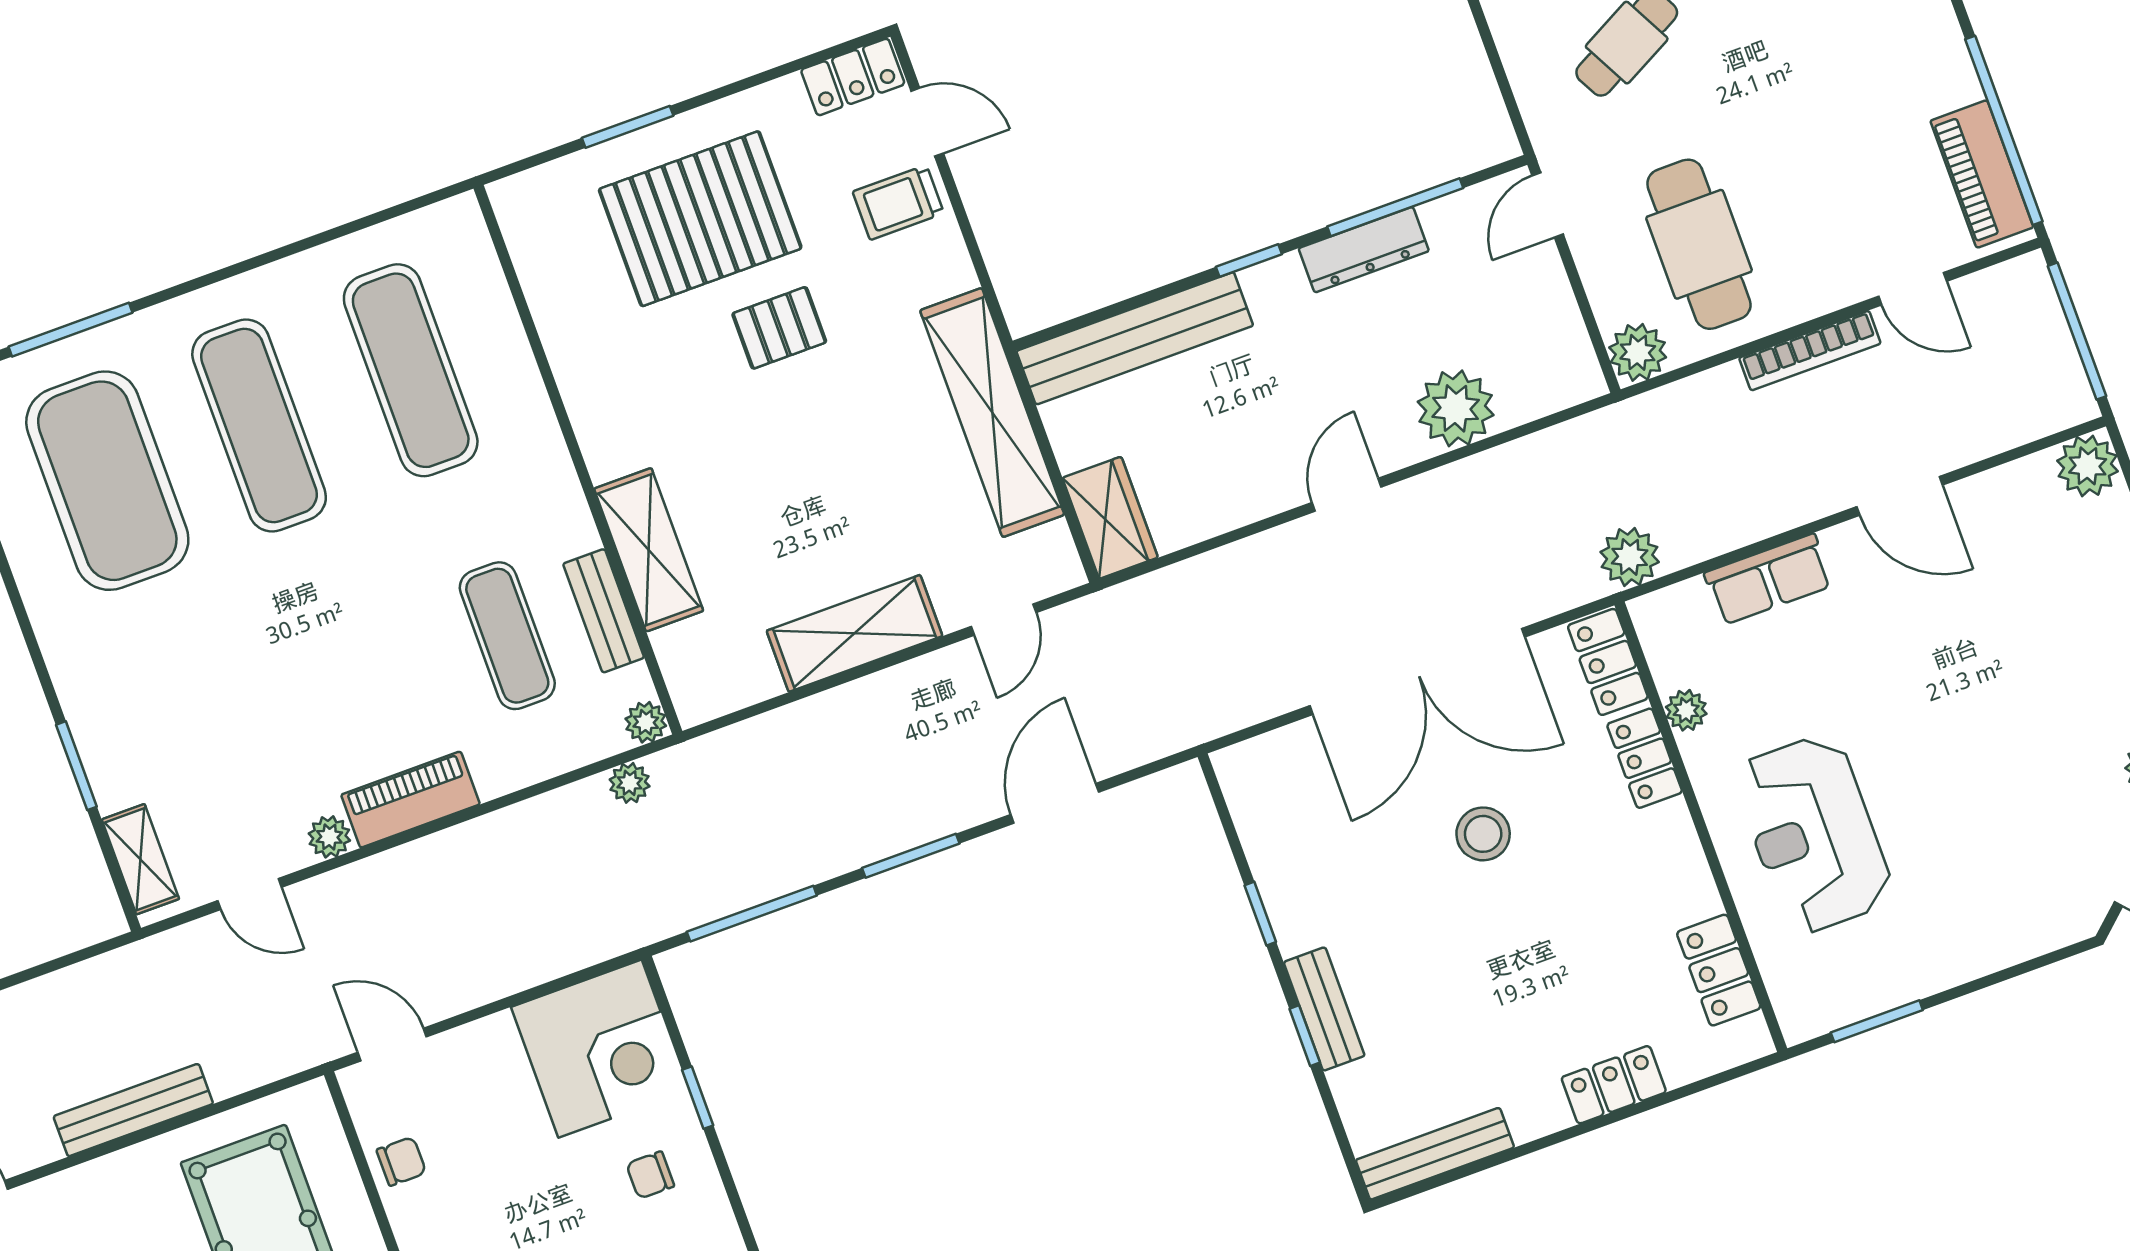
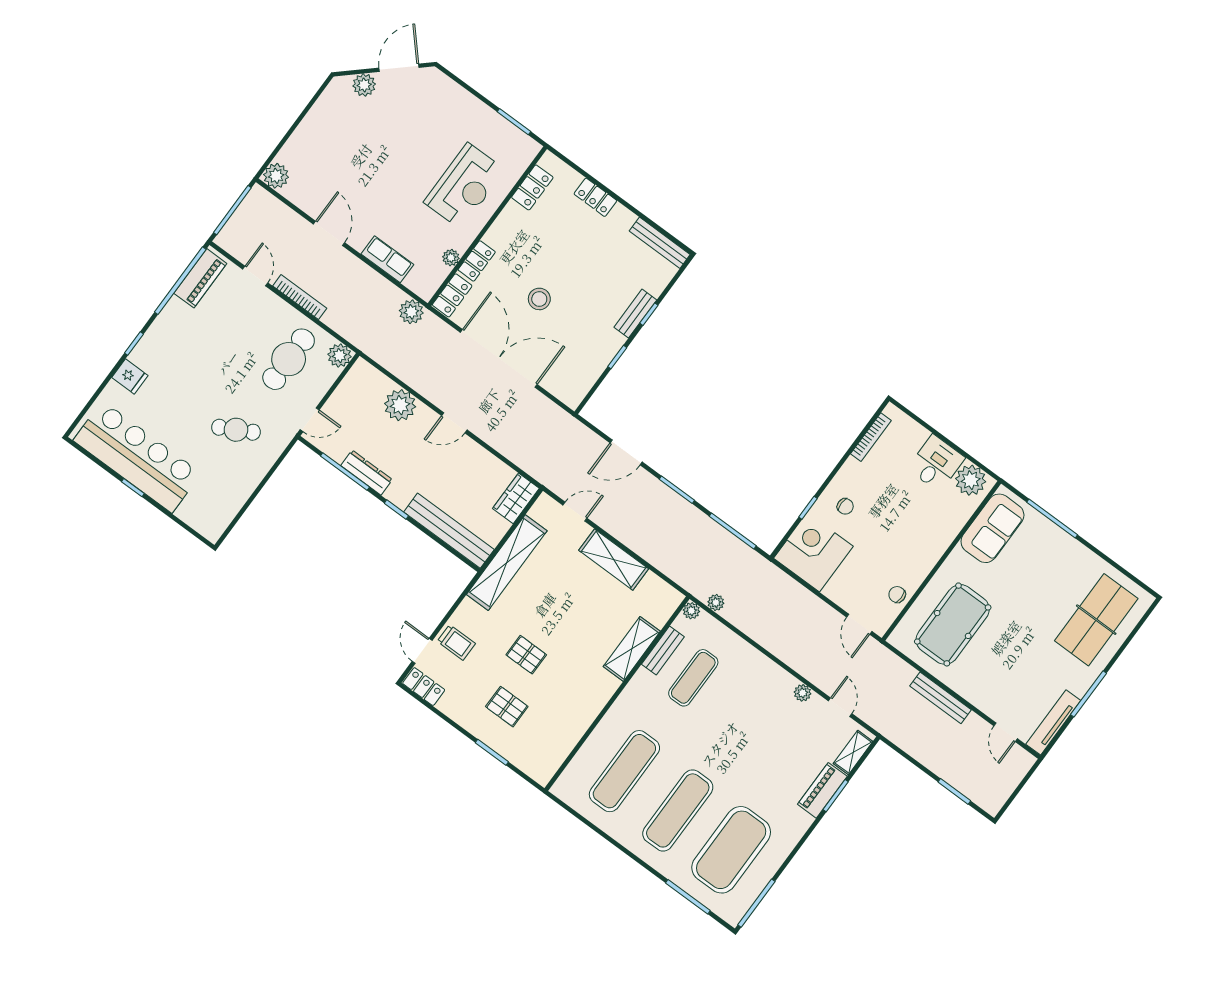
pallet: (700, 219) -> (507, 707), width x0.49, depth x0.50
piano: (410, 800) -> (822, 790), moved, turned 90

